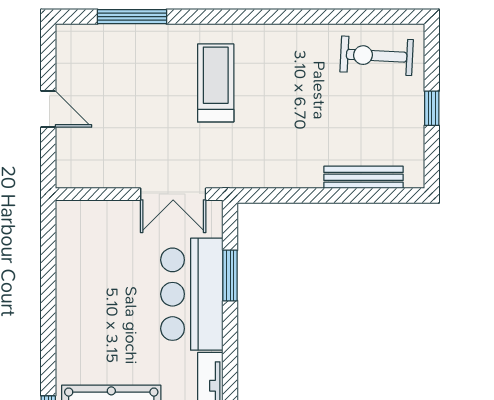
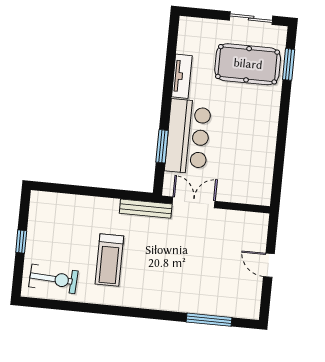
treadmill: (216, 83) -> (109, 260), moved
bench: (364, 177) -> (146, 209), moved

